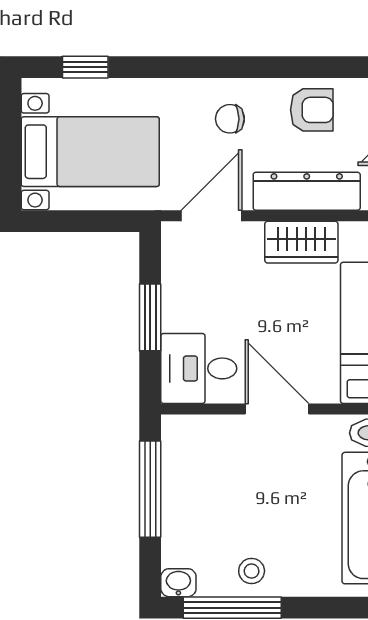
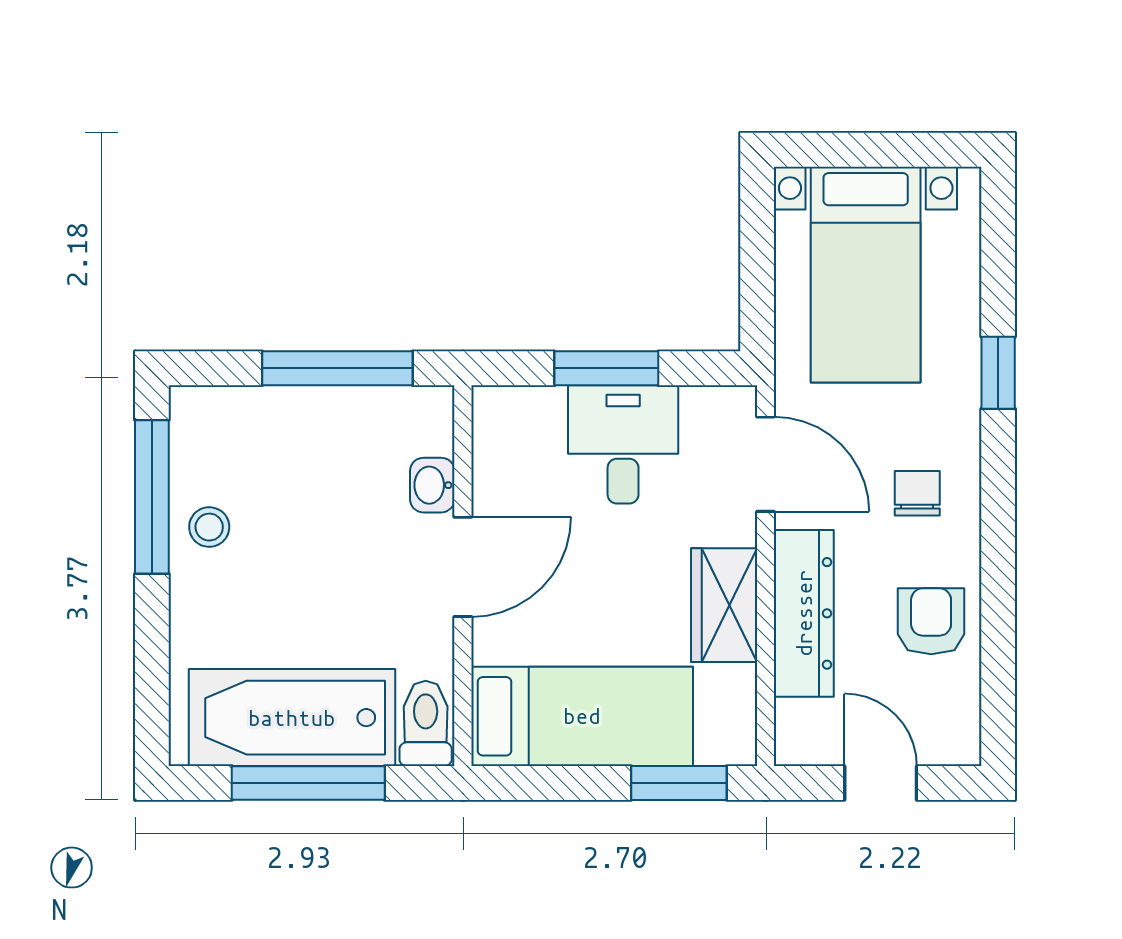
window: (85, 67) -> (998, 373), moved
armchair: (312, 110) -> (931, 621), turned 180
desk: (199, 368) -> (623, 444), moved
washbasin: (178, 583) -> (432, 485), moved, turned 180

